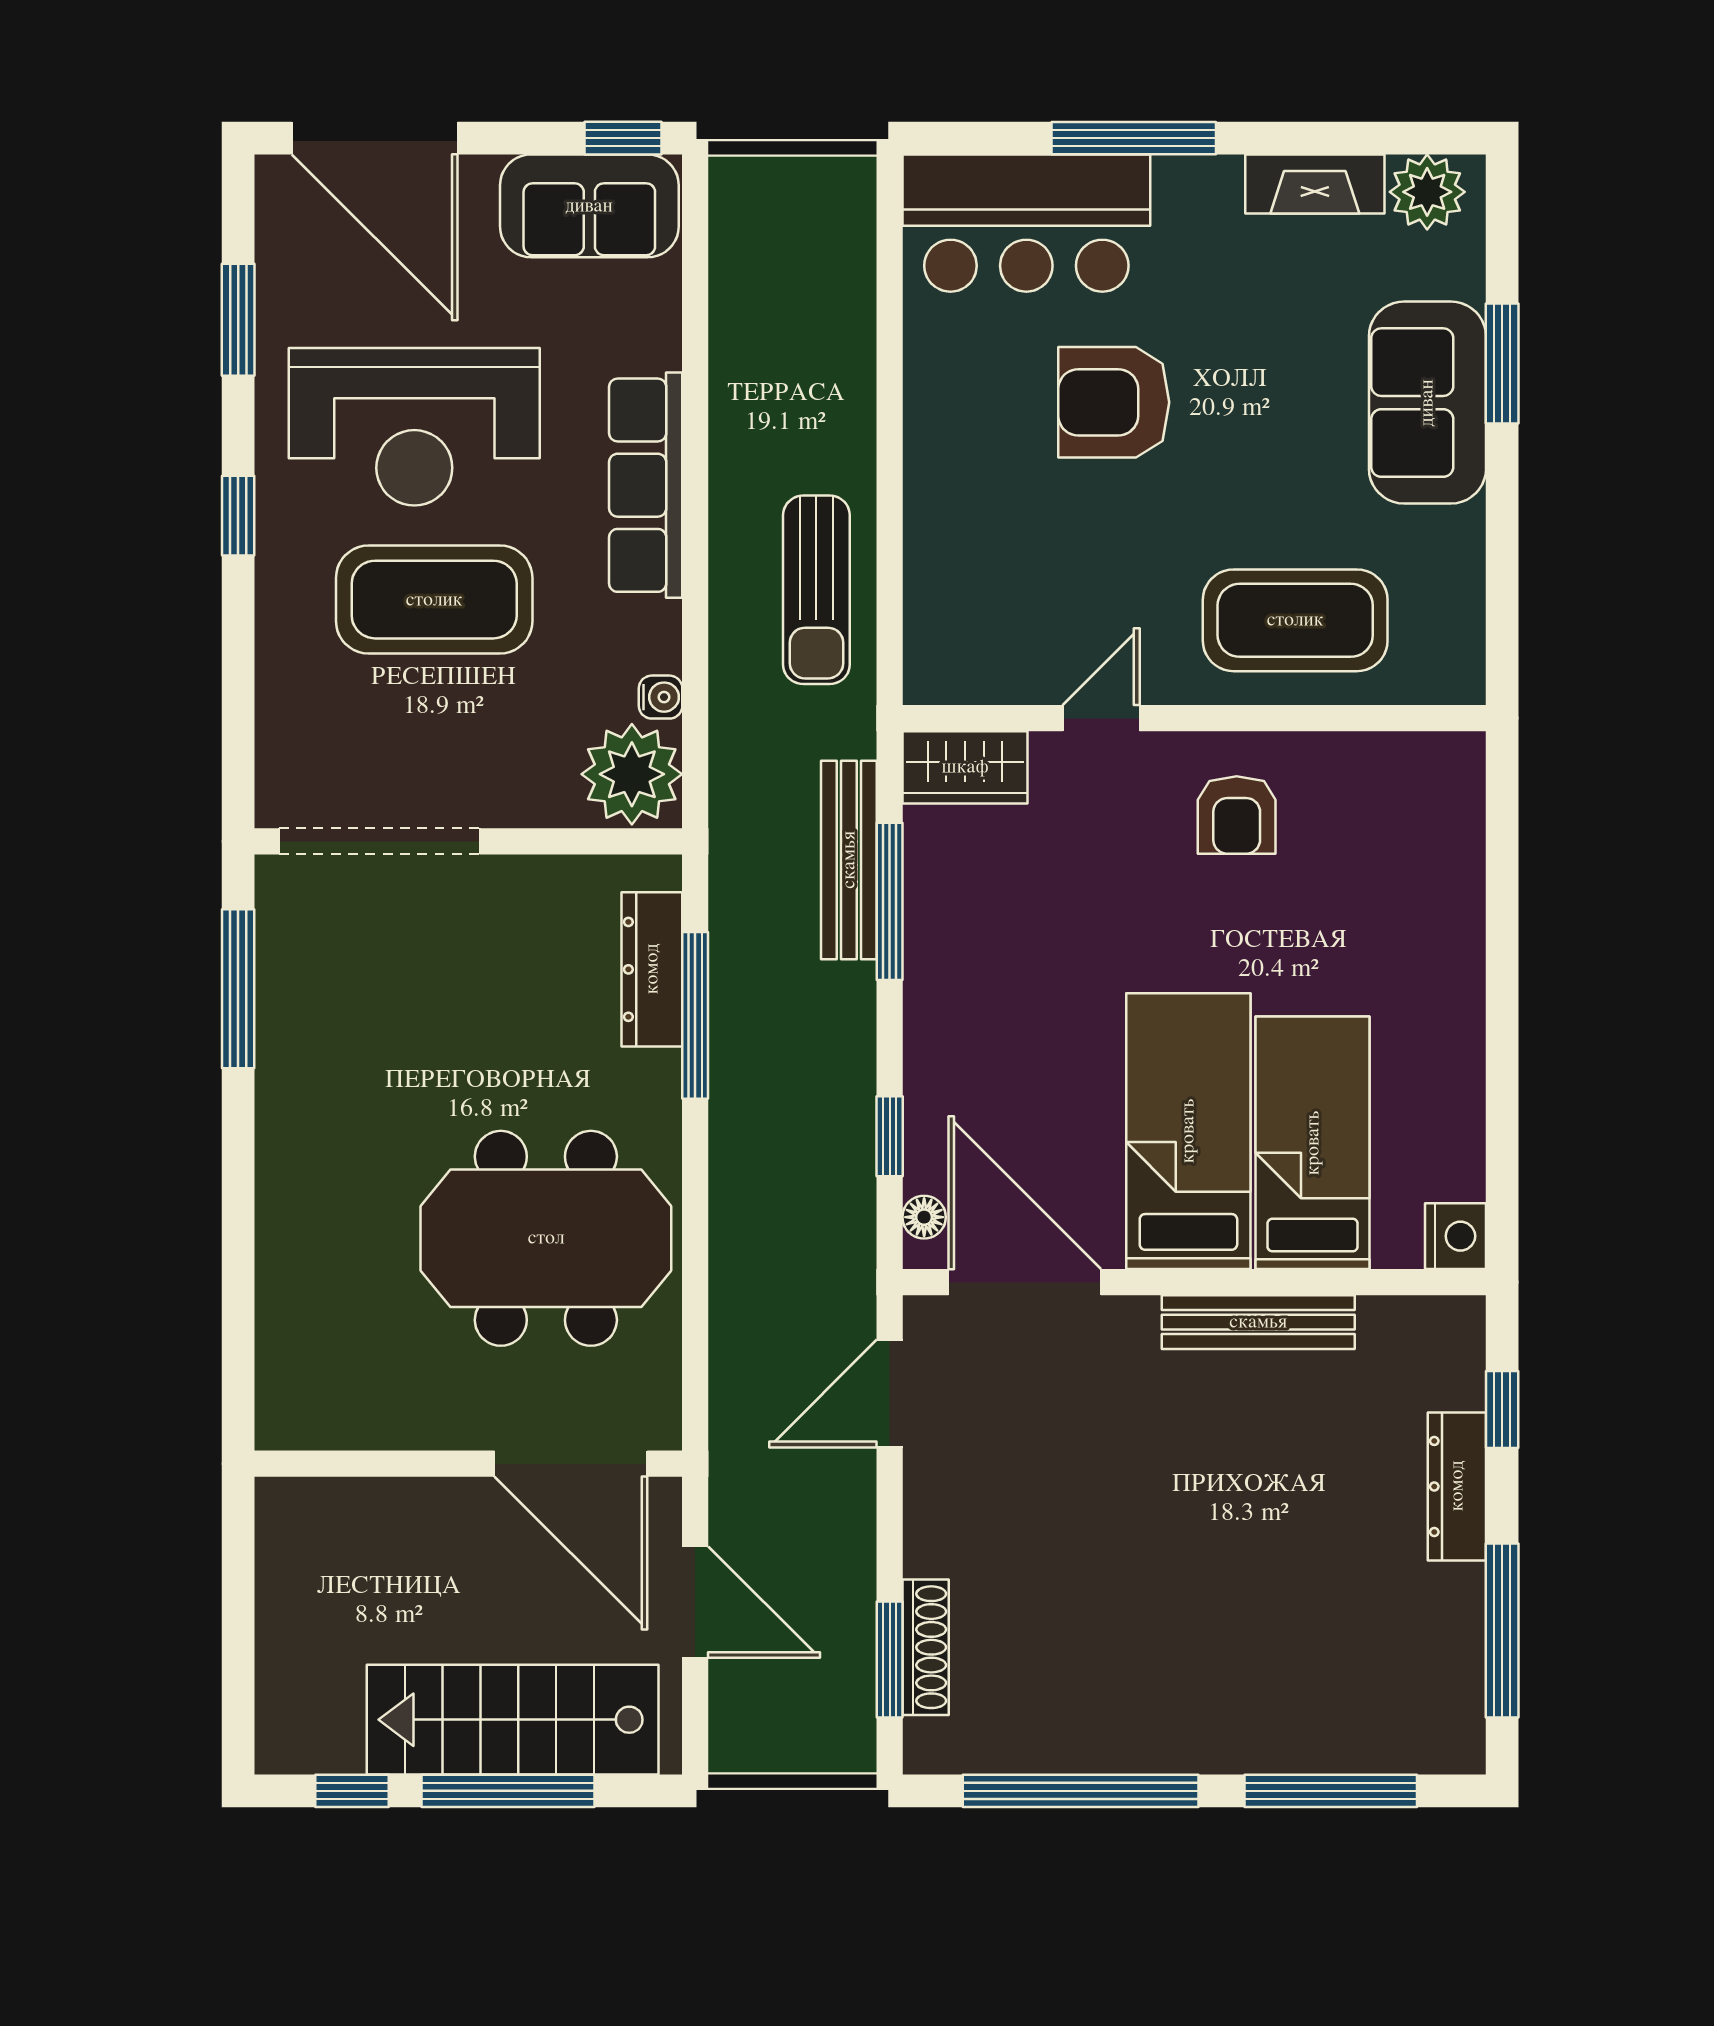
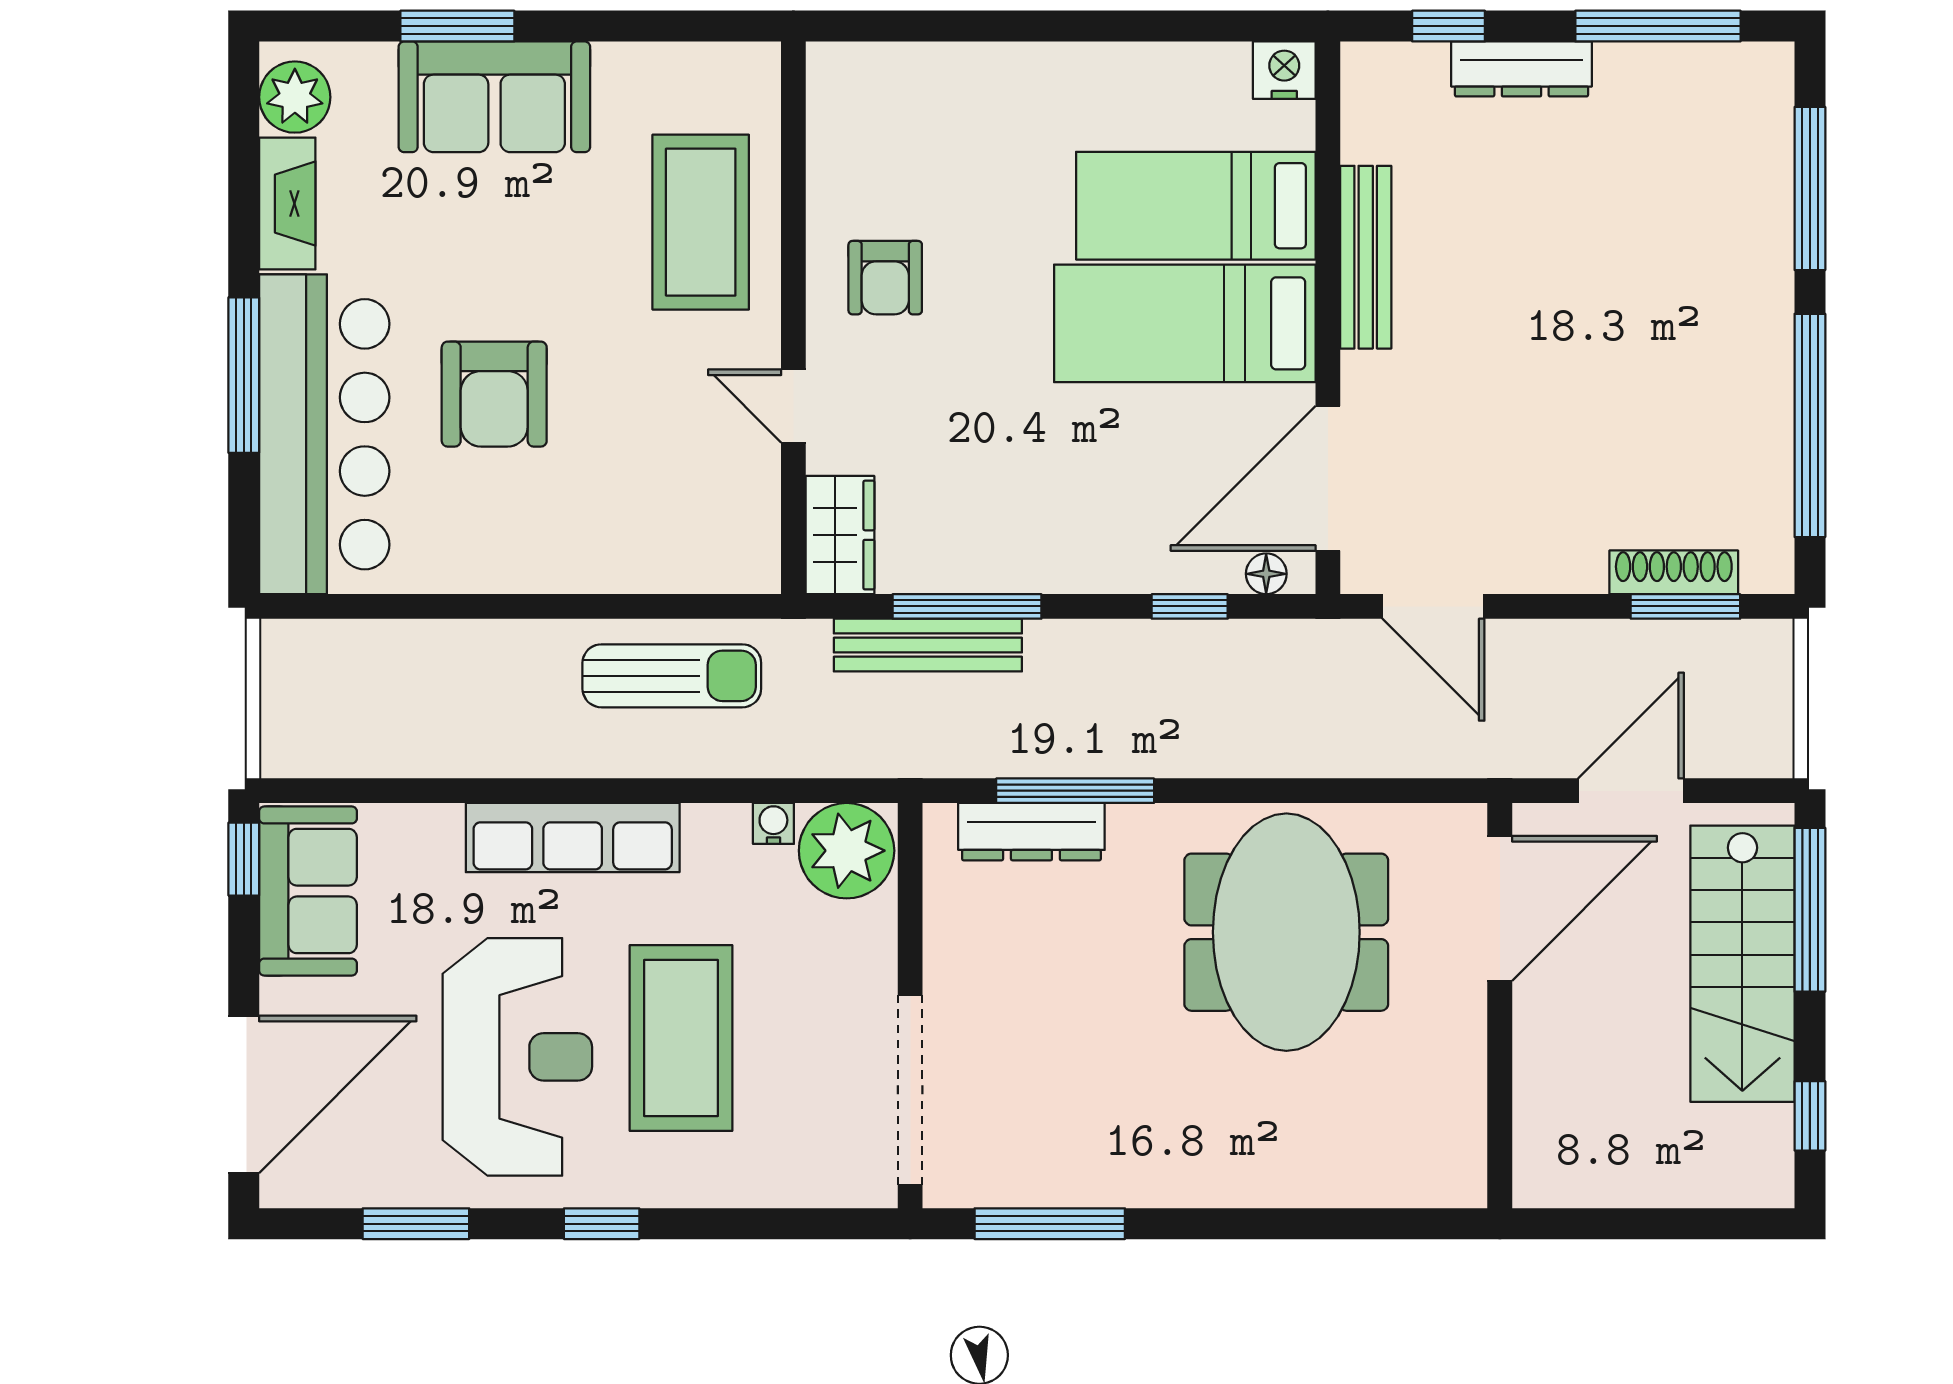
bar counter: (1026, 223) -> (324, 434), width x1.36
armchair: (1237, 815) -> (885, 278), turned 90
window: (508, 1791) -> (1810, 910), moved

